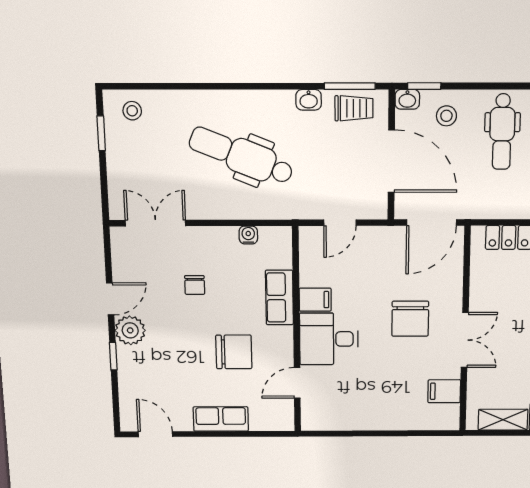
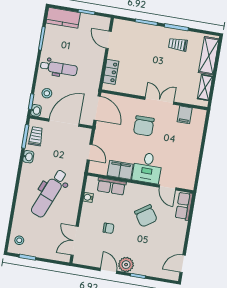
row of seats: (279, 298) -> (111, 186), moved
filing cabinet: (315, 300) -> (120, 170), width x2.00
chair: (410, 319) -> (144, 126), turned 90
chair: (234, 352) -> (146, 216), turned 146
row of seats: (221, 419) -> (184, 206), moved

